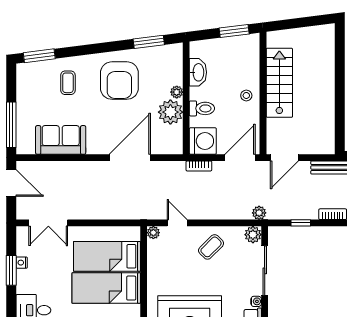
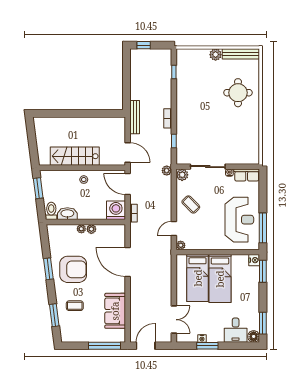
window: (149, 42) -> (48, 269), moved
window: (39, 56) -> (54, 315), moved
toilet: (202, 108) -> (51, 211), moved
plant: (170, 112) -> (91, 229), width x0.53, depth x0.53

